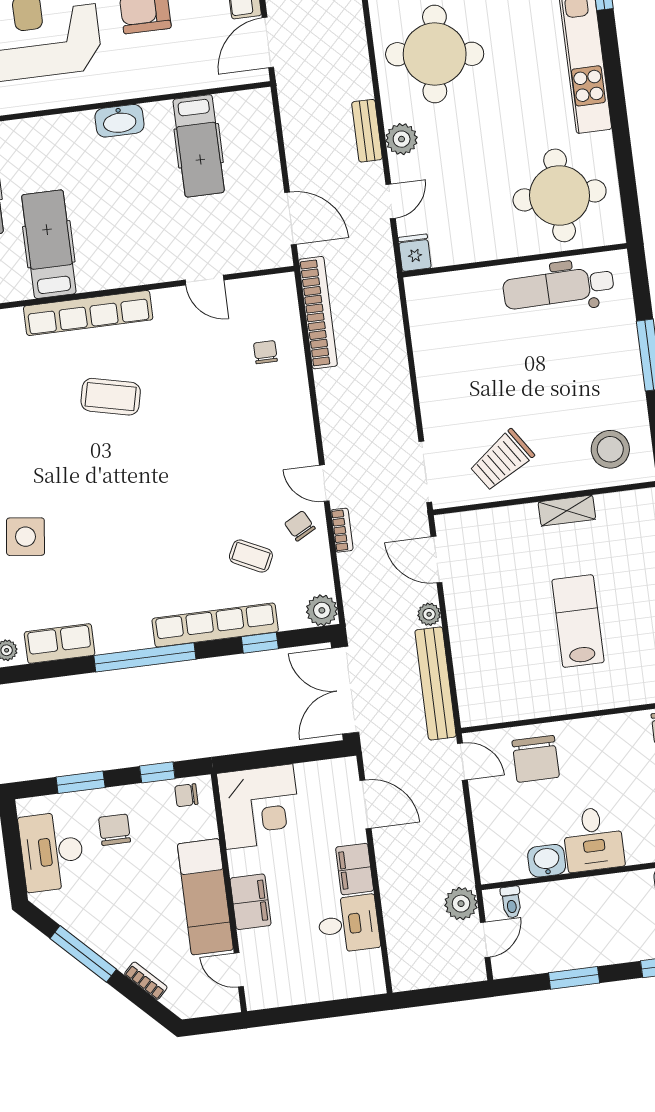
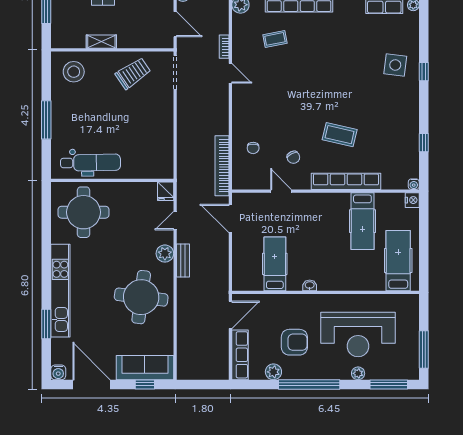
washbasin: (119, 121) -> (310, 285), width x0.52, depth x0.69
chair: (300, 526) -> (293, 157), moved
coffee table: (251, 556) -> (275, 39), turned -37

